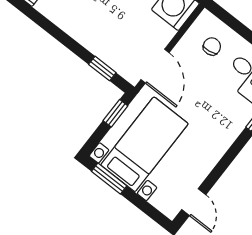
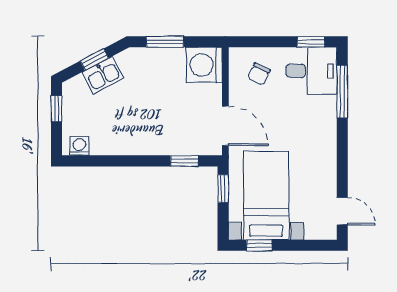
chair: (212, 46) -> (259, 74), turned -146
window: (109, 179) -> (259, 245), width x0.67

